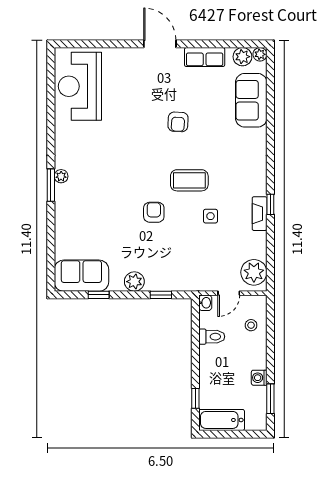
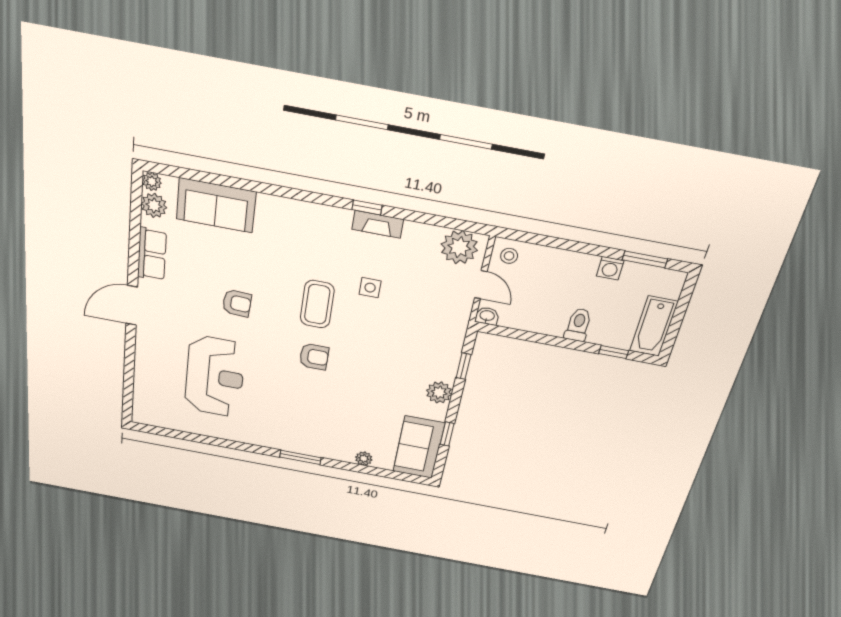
reception desk: (80, 86) -> (215, 377), moved, turned -90
plant: (61, 176) -> (364, 459), moved
armchair: (154, 212) -> (314, 357), moved, turned 180
stool: (251, 325) -> (509, 256), moved
toilet: (212, 337) -> (578, 325), moved

